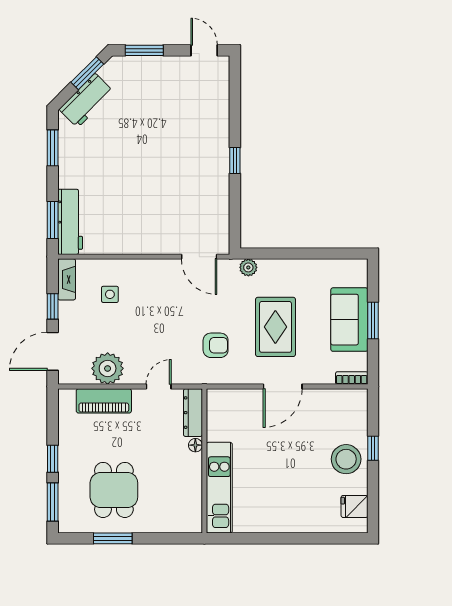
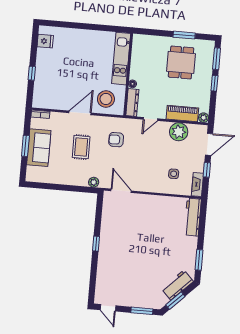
window: (53, 220) -> (203, 219), removed
rug: (275, 327) -> (81, 147), width x0.73, depth x0.70
plant: (66, 397) -> (204, 118), added
stool: (346, 459) -> (106, 99), moved

